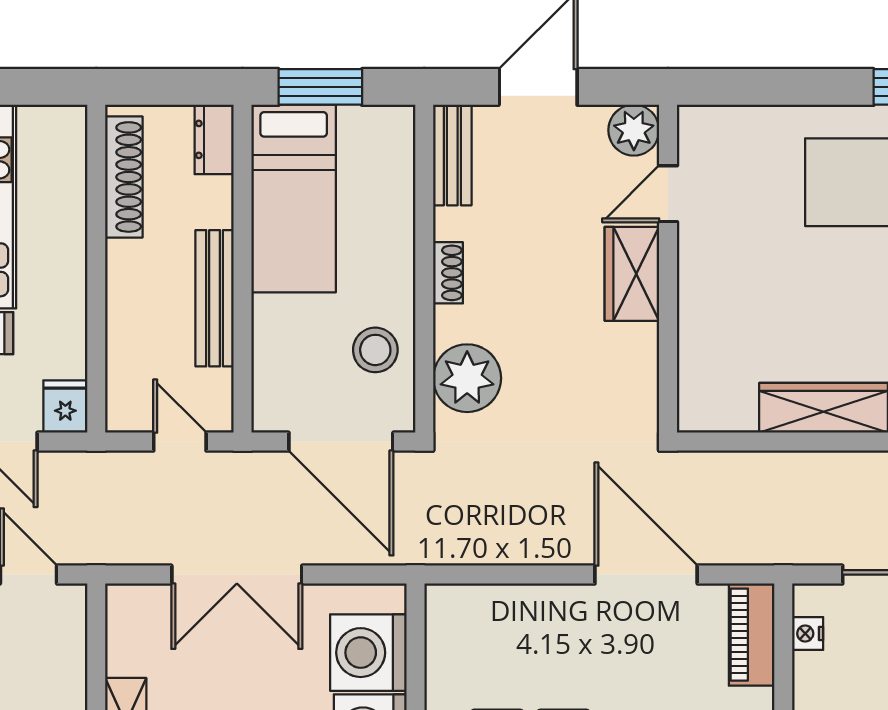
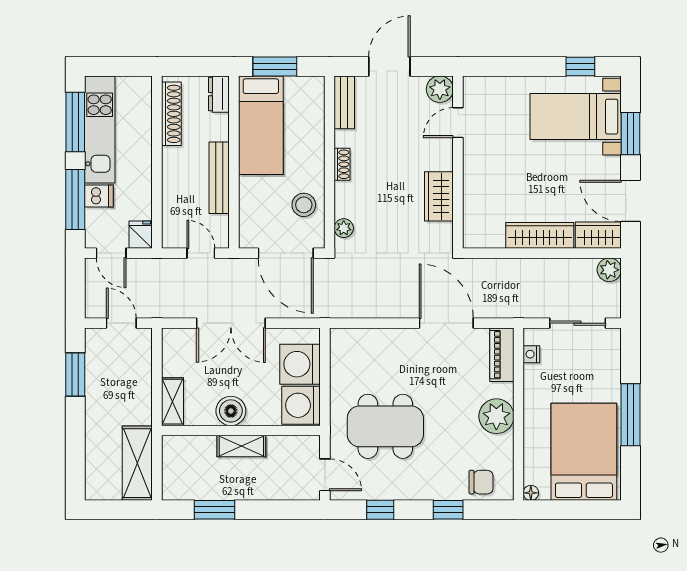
wardrobe: (632, 274) -> (439, 196), moved
plant: (467, 378) -> (344, 228), width x0.53, depth x0.53

